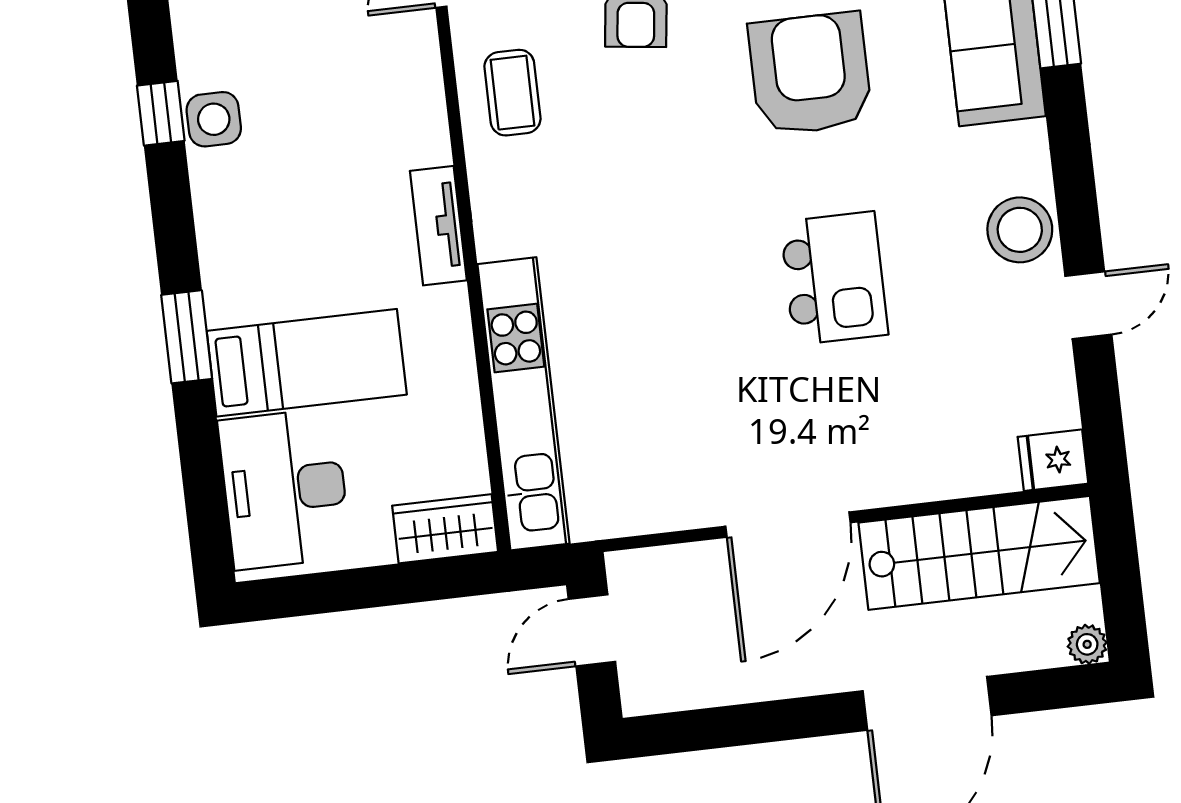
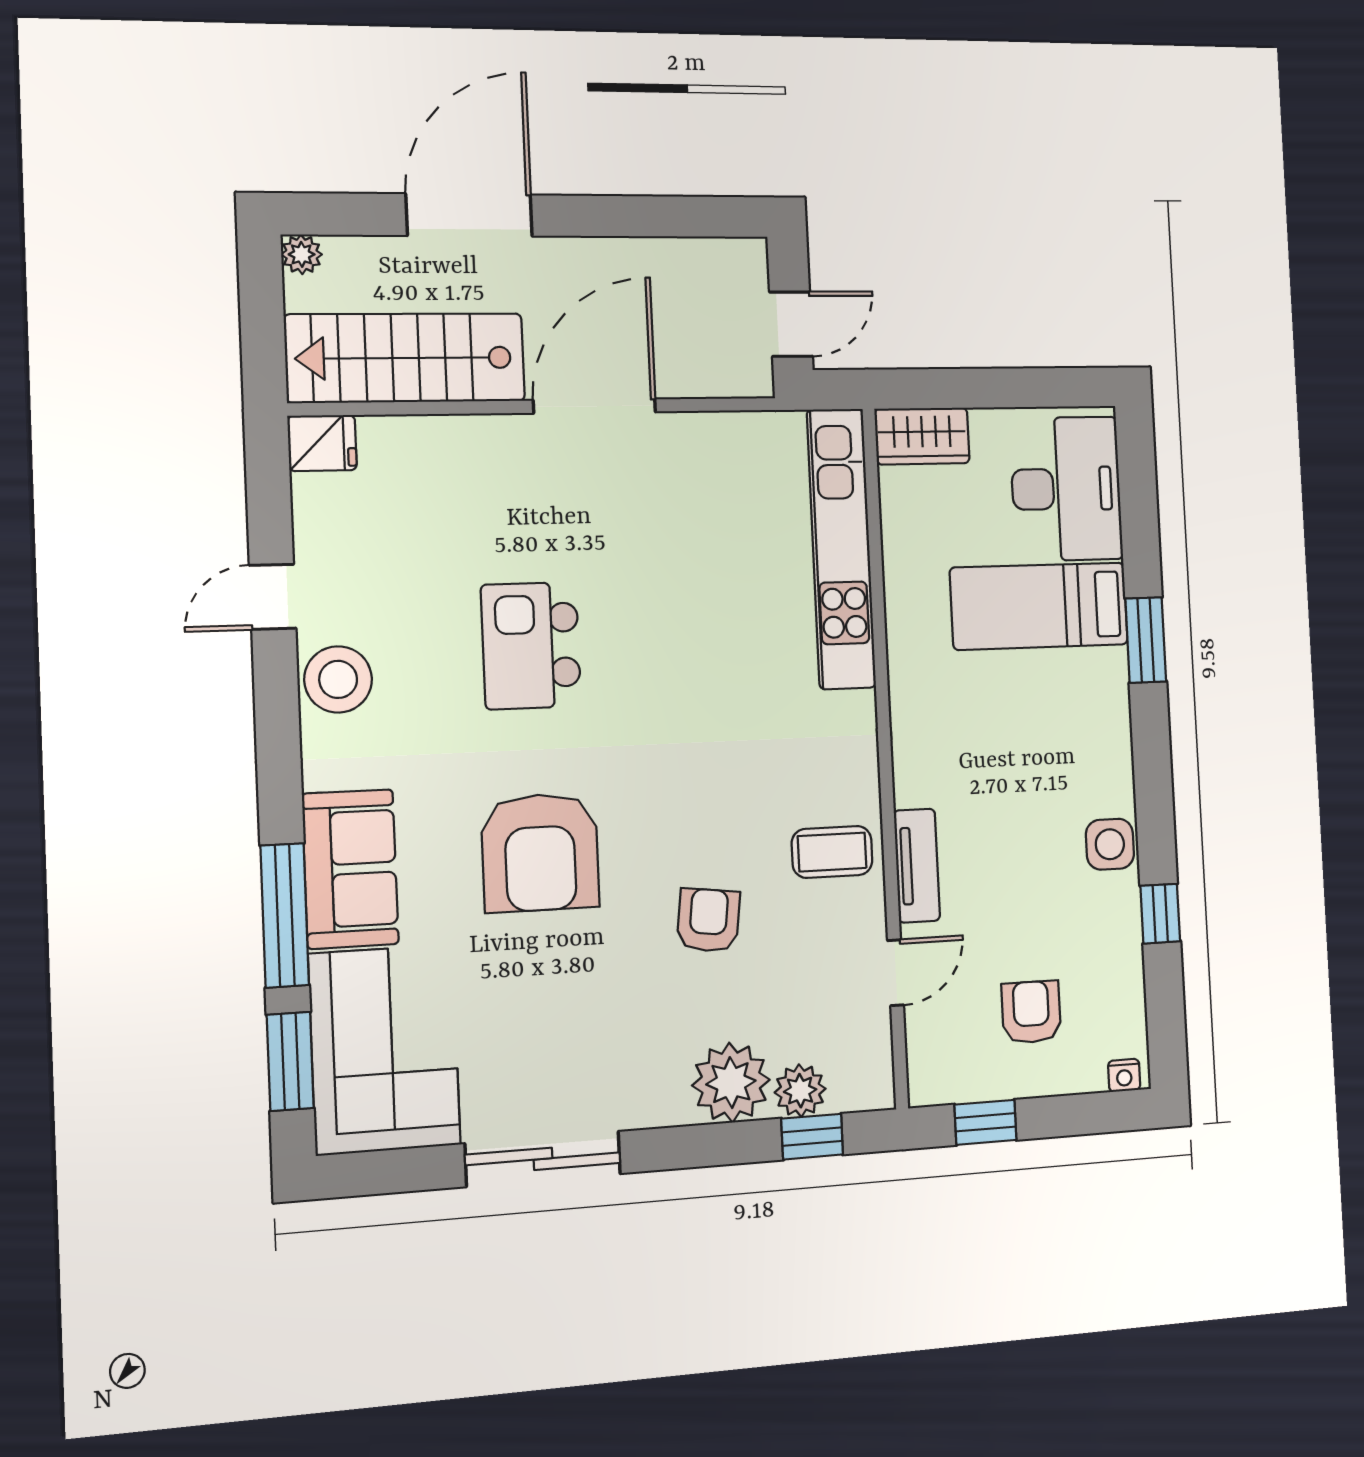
coffee table: (512, 93) -> (832, 852), turned 90
window: (161, 113) -> (1160, 914), moved
tv unit: (438, 226) -> (917, 866), moved

